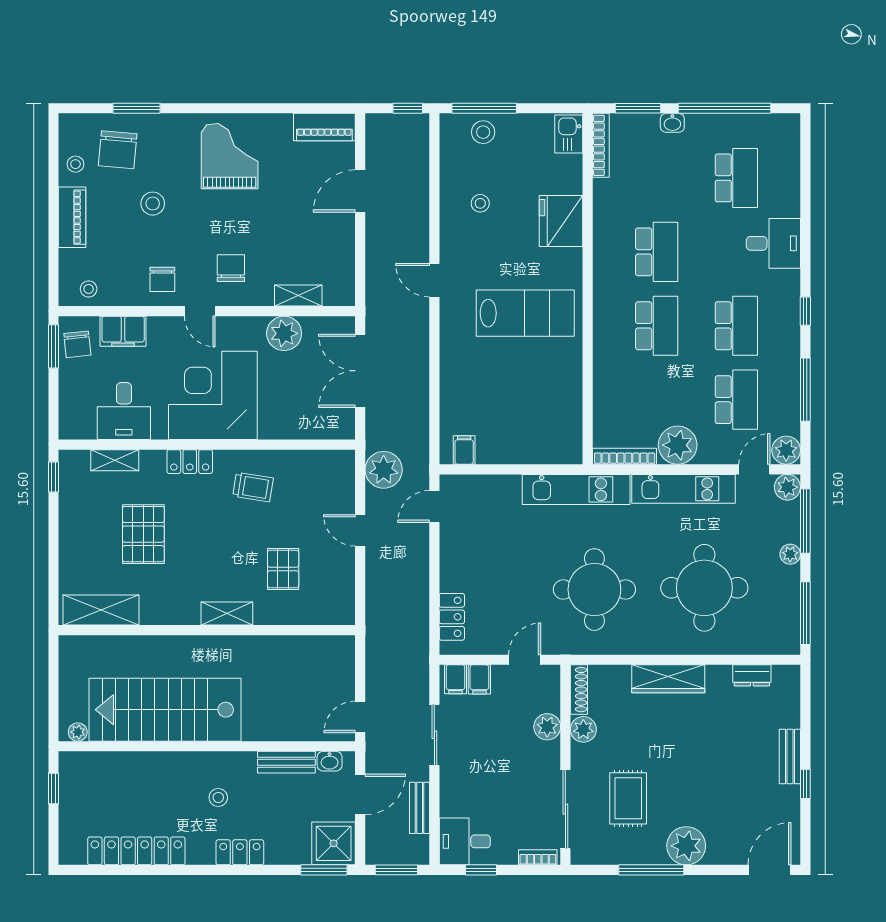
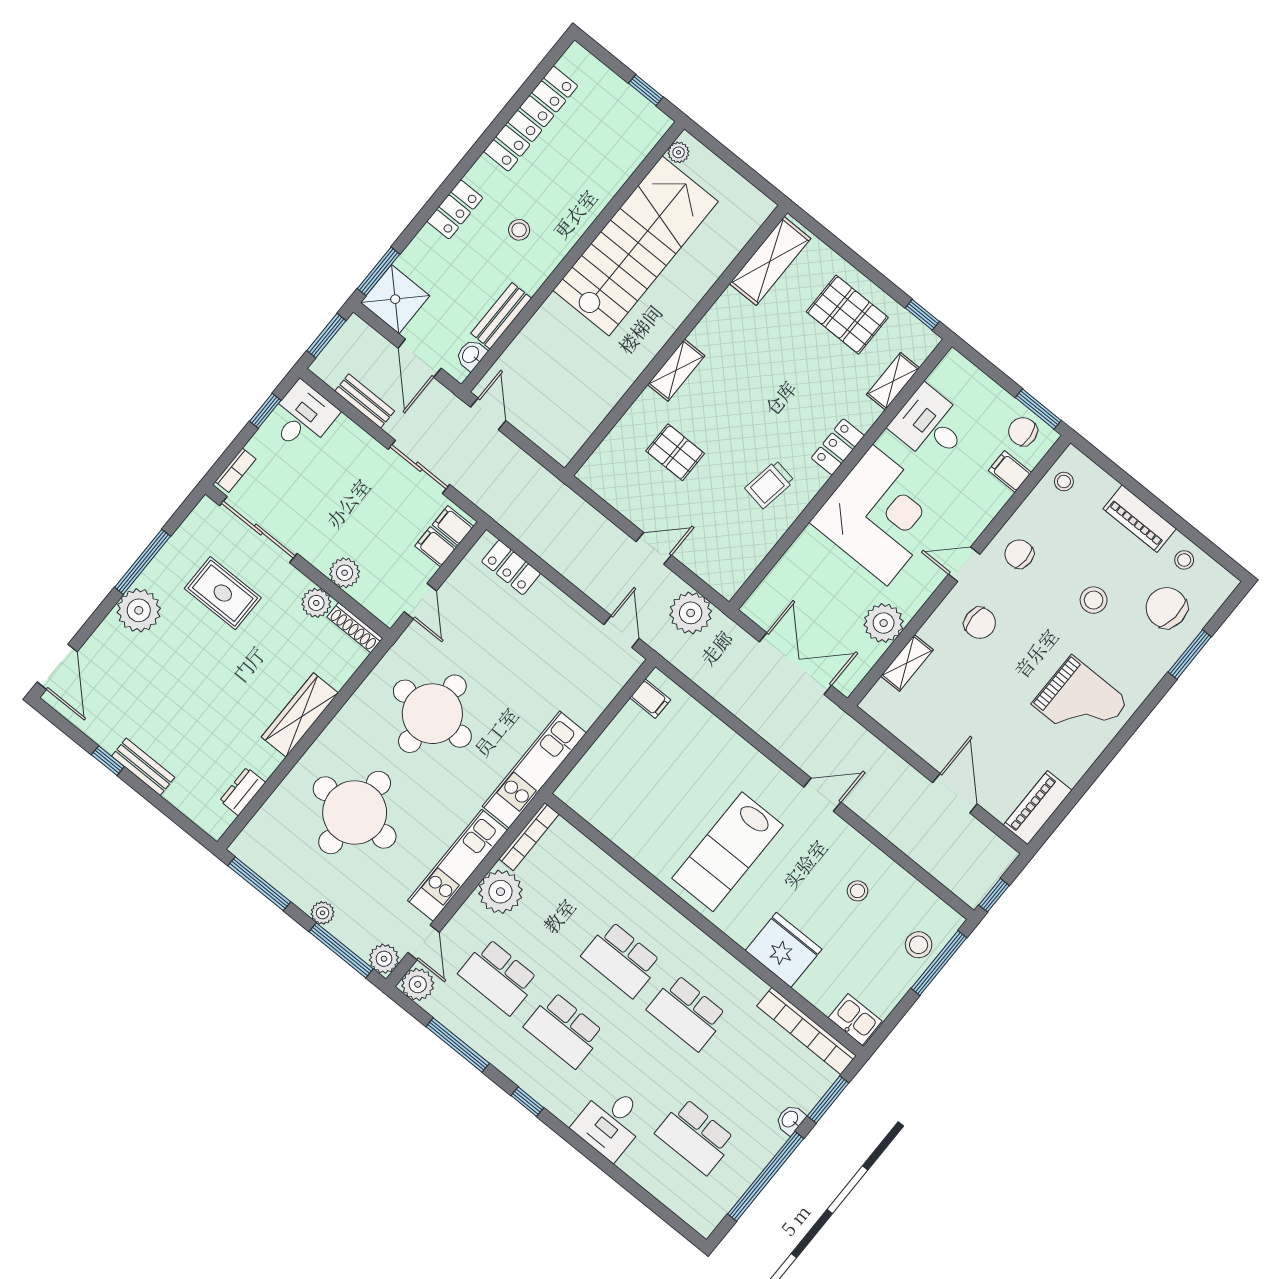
bookcase: (601, 145) -> (806, 1031), width x1.48, depth x1.31
filing cabinet: (123, 331) -> (1010, 471), width x0.50
pallet: (143, 534) -> (847, 315), moved

